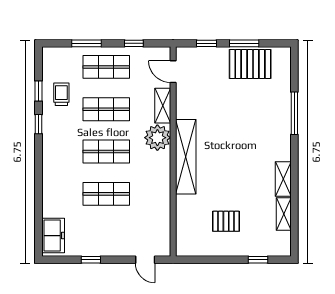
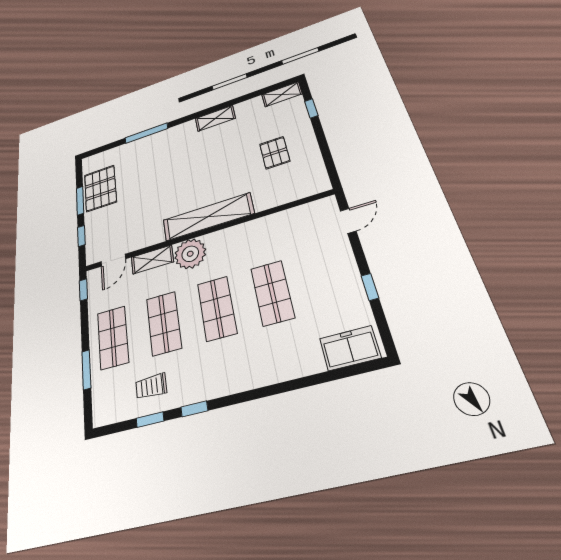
window: (134, 43) -> (83, 290), moved
shelving: (284, 214) -> (282, 94), moved

